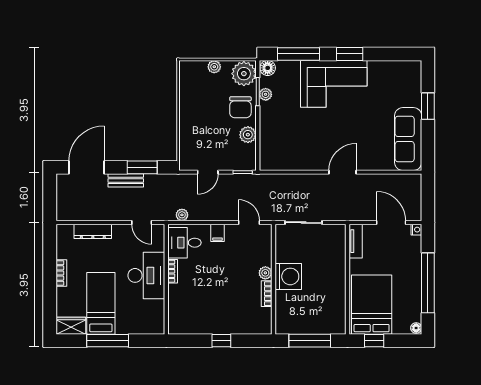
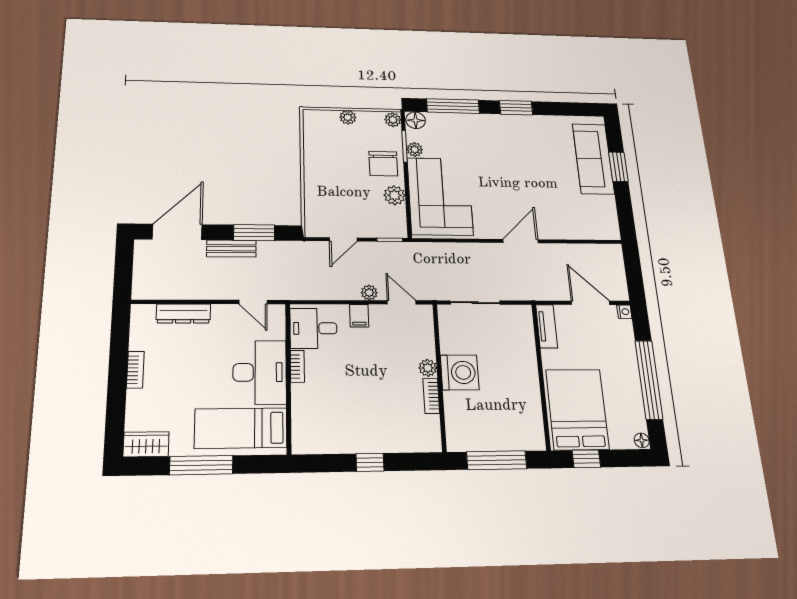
plant: (244, 74) -> (393, 120), width x0.53, depth x0.53
corner sofa: (334, 84) -> (440, 196), moved, turned -90
sofa: (408, 139) -> (593, 159), moved
plant: (182, 215) -> (369, 293), moved
bed: (101, 303) -> (241, 428), moved, turned -90

